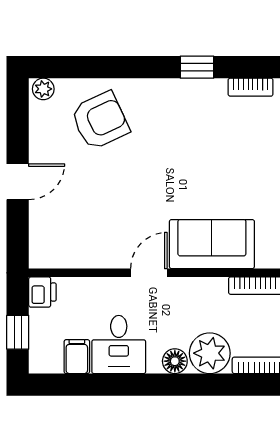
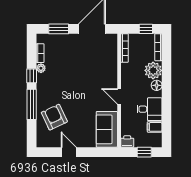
window: (130, 67) -> (32, 104), added
plant: (43, 89) -> (41, 68), moved
door: (18, 182) -> (69, 152), moved
sofa: (212, 244) -> (107, 129), moved

